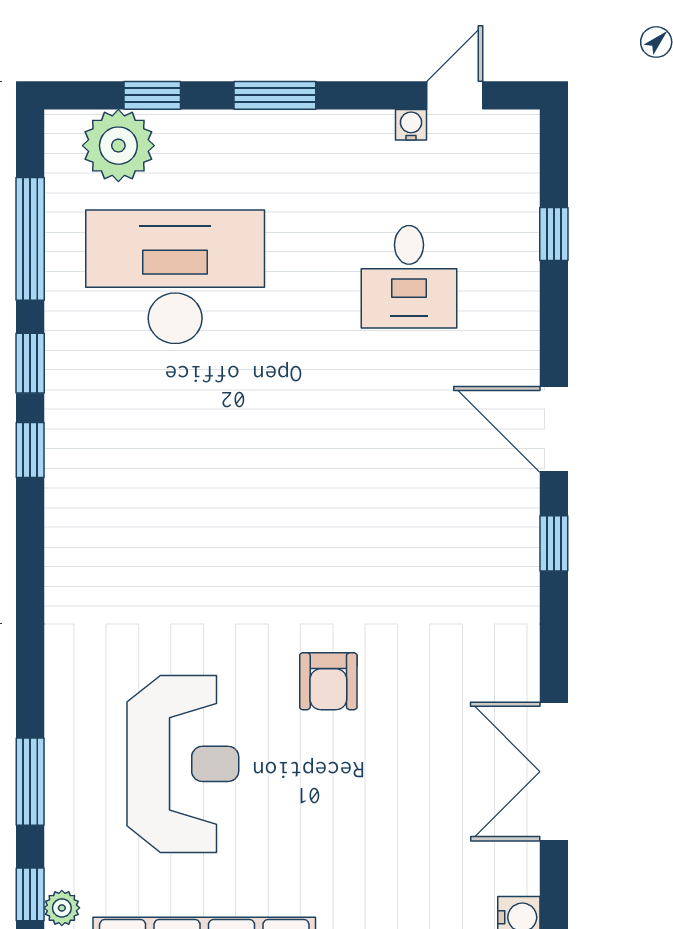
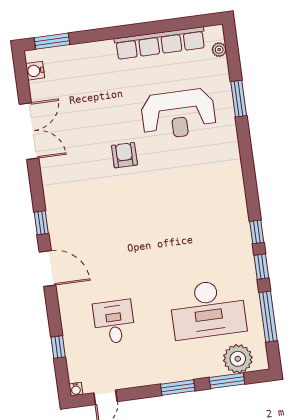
window: (152, 95) -> (227, 381), width x1.50
water cooler: (411, 125) -> (76, 389), moved
reception desk: (183, 764) -> (178, 114), turned -90
window: (30, 894) -> (233, 53), removed

